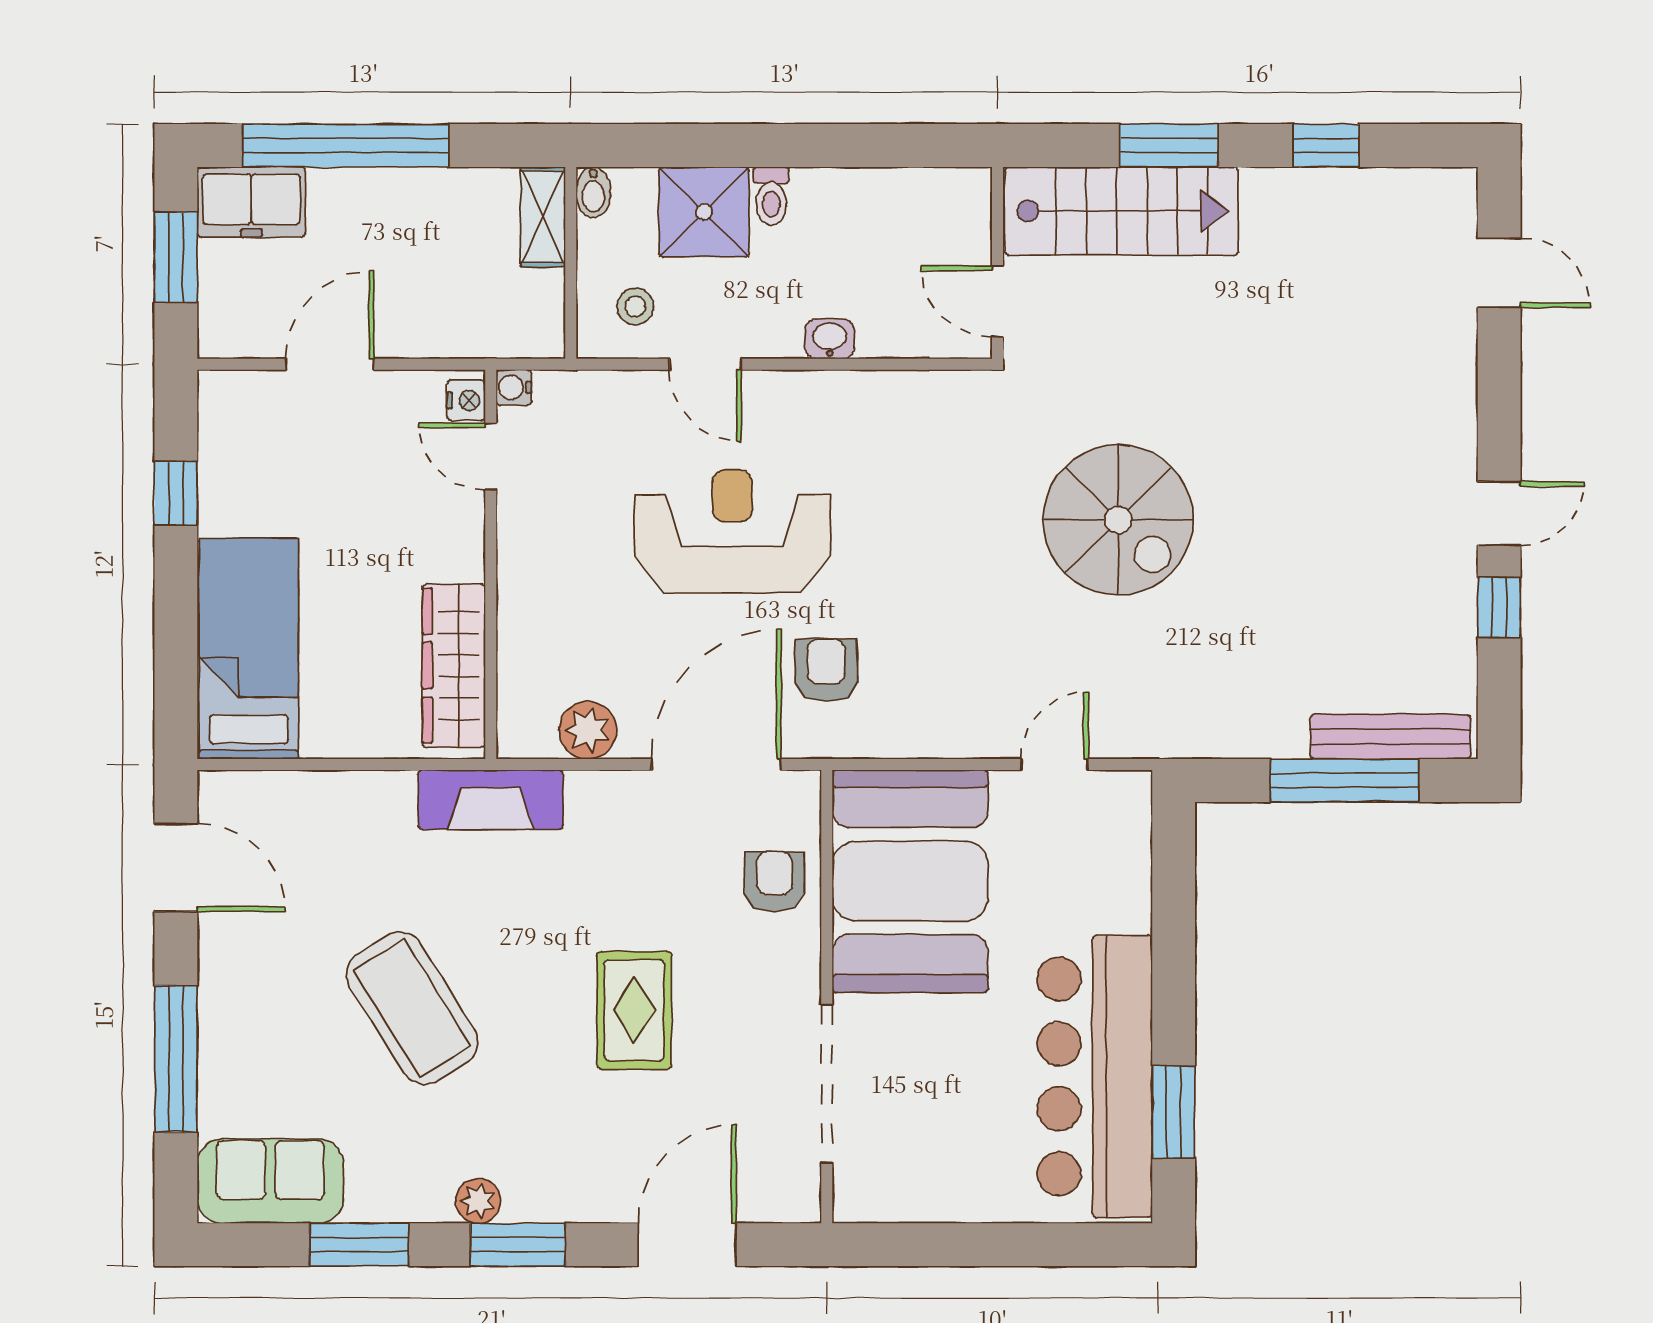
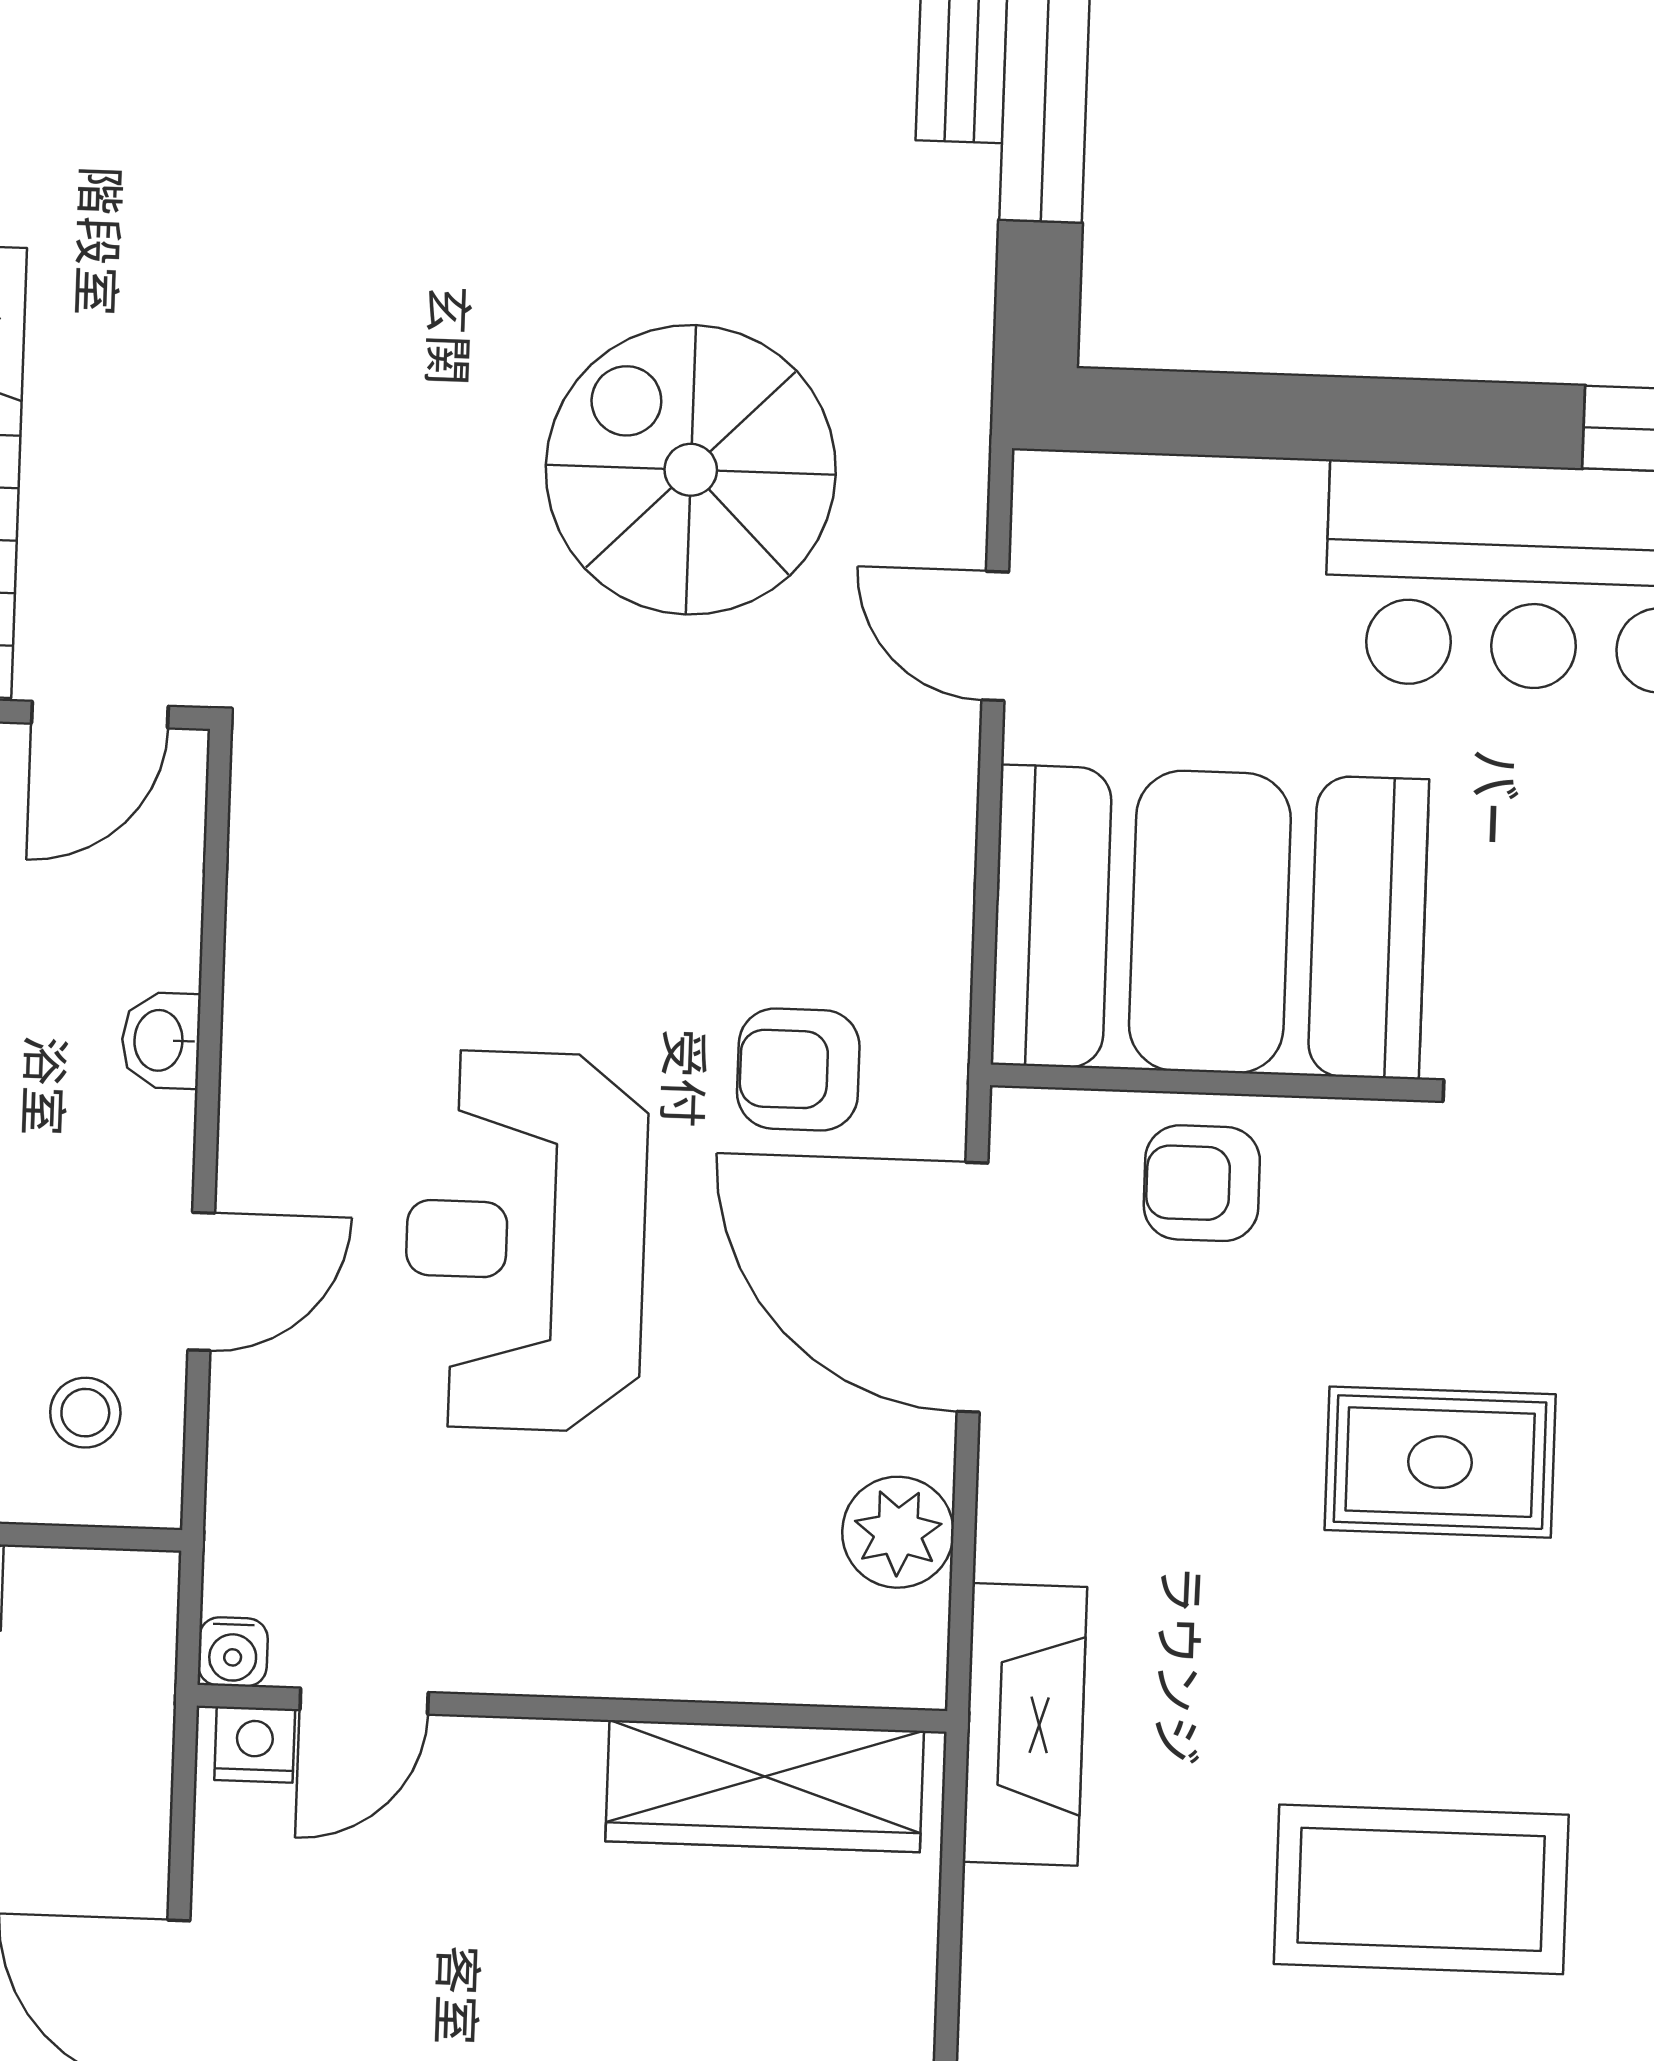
spiral stairs: (1118, 520) -> (691, 470), moved, turned -90
coffee table: (412, 1008) -> (1421, 1889), turned 32

